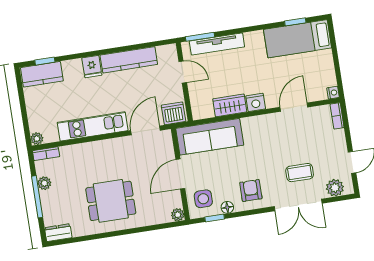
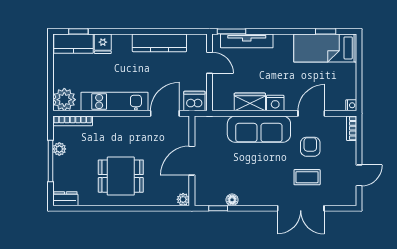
fridge: (92, 67) -> (103, 44), moved
sofa: (210, 137) -> (259, 129), moved
plant: (37, 139) -> (64, 100), width x1.88, depth x1.88
bookcase: (46, 154) -> (73, 121), width x1.56
plant: (335, 188) -> (339, 197), removed
armchair: (251, 190) -> (310, 147), moved
side table: (203, 199) -> (210, 188), removed

